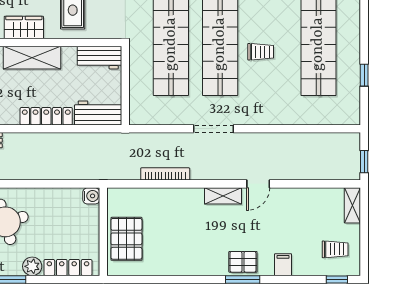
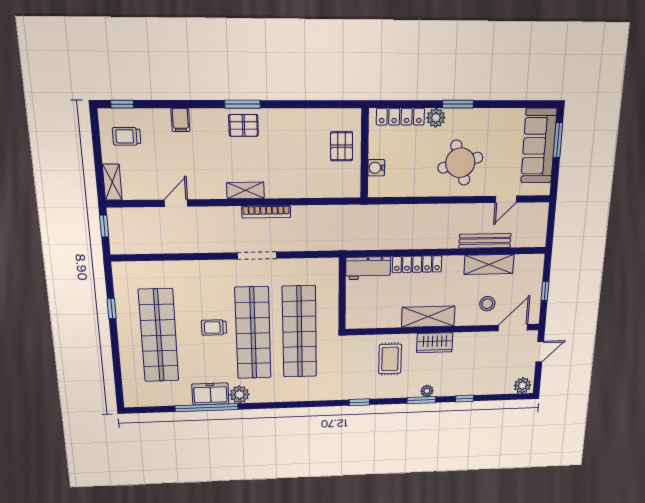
workbench: (99, 58) -> (366, 318), removed
bookcase: (165, 174) -> (266, 212), moved
door: (258, 184) -> (176, 203), moved
water cooler: (91, 196) -> (376, 168), moved
pallet: (126, 239) -> (342, 146), width x0.67, depth x0.71
pallet: (243, 262) -> (244, 125), moved
window: (243, 279) -> (242, 104), moved

